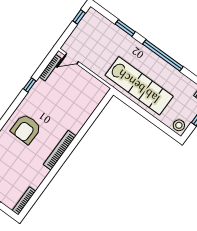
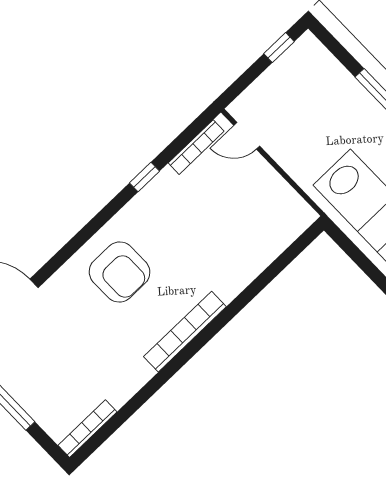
armchair: (26, 129) -> (120, 272), turned -91

